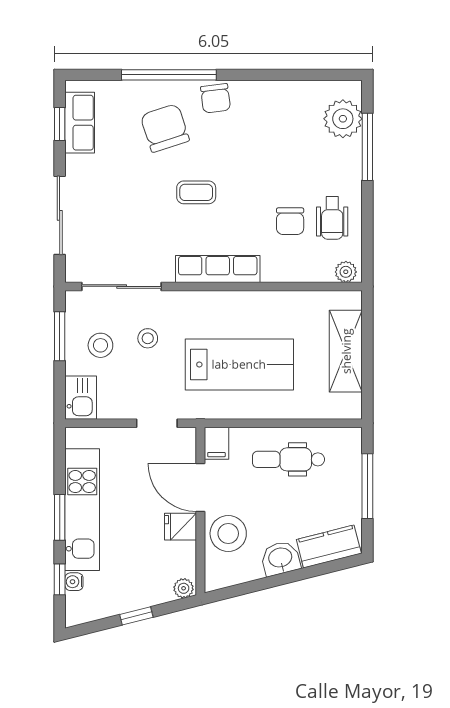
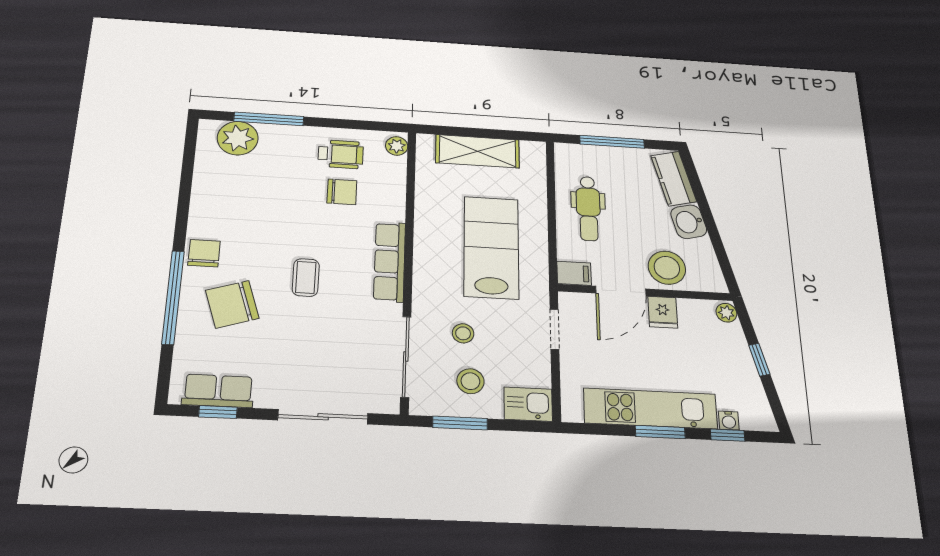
chair: (216, 98) -> (204, 253), turned -83

